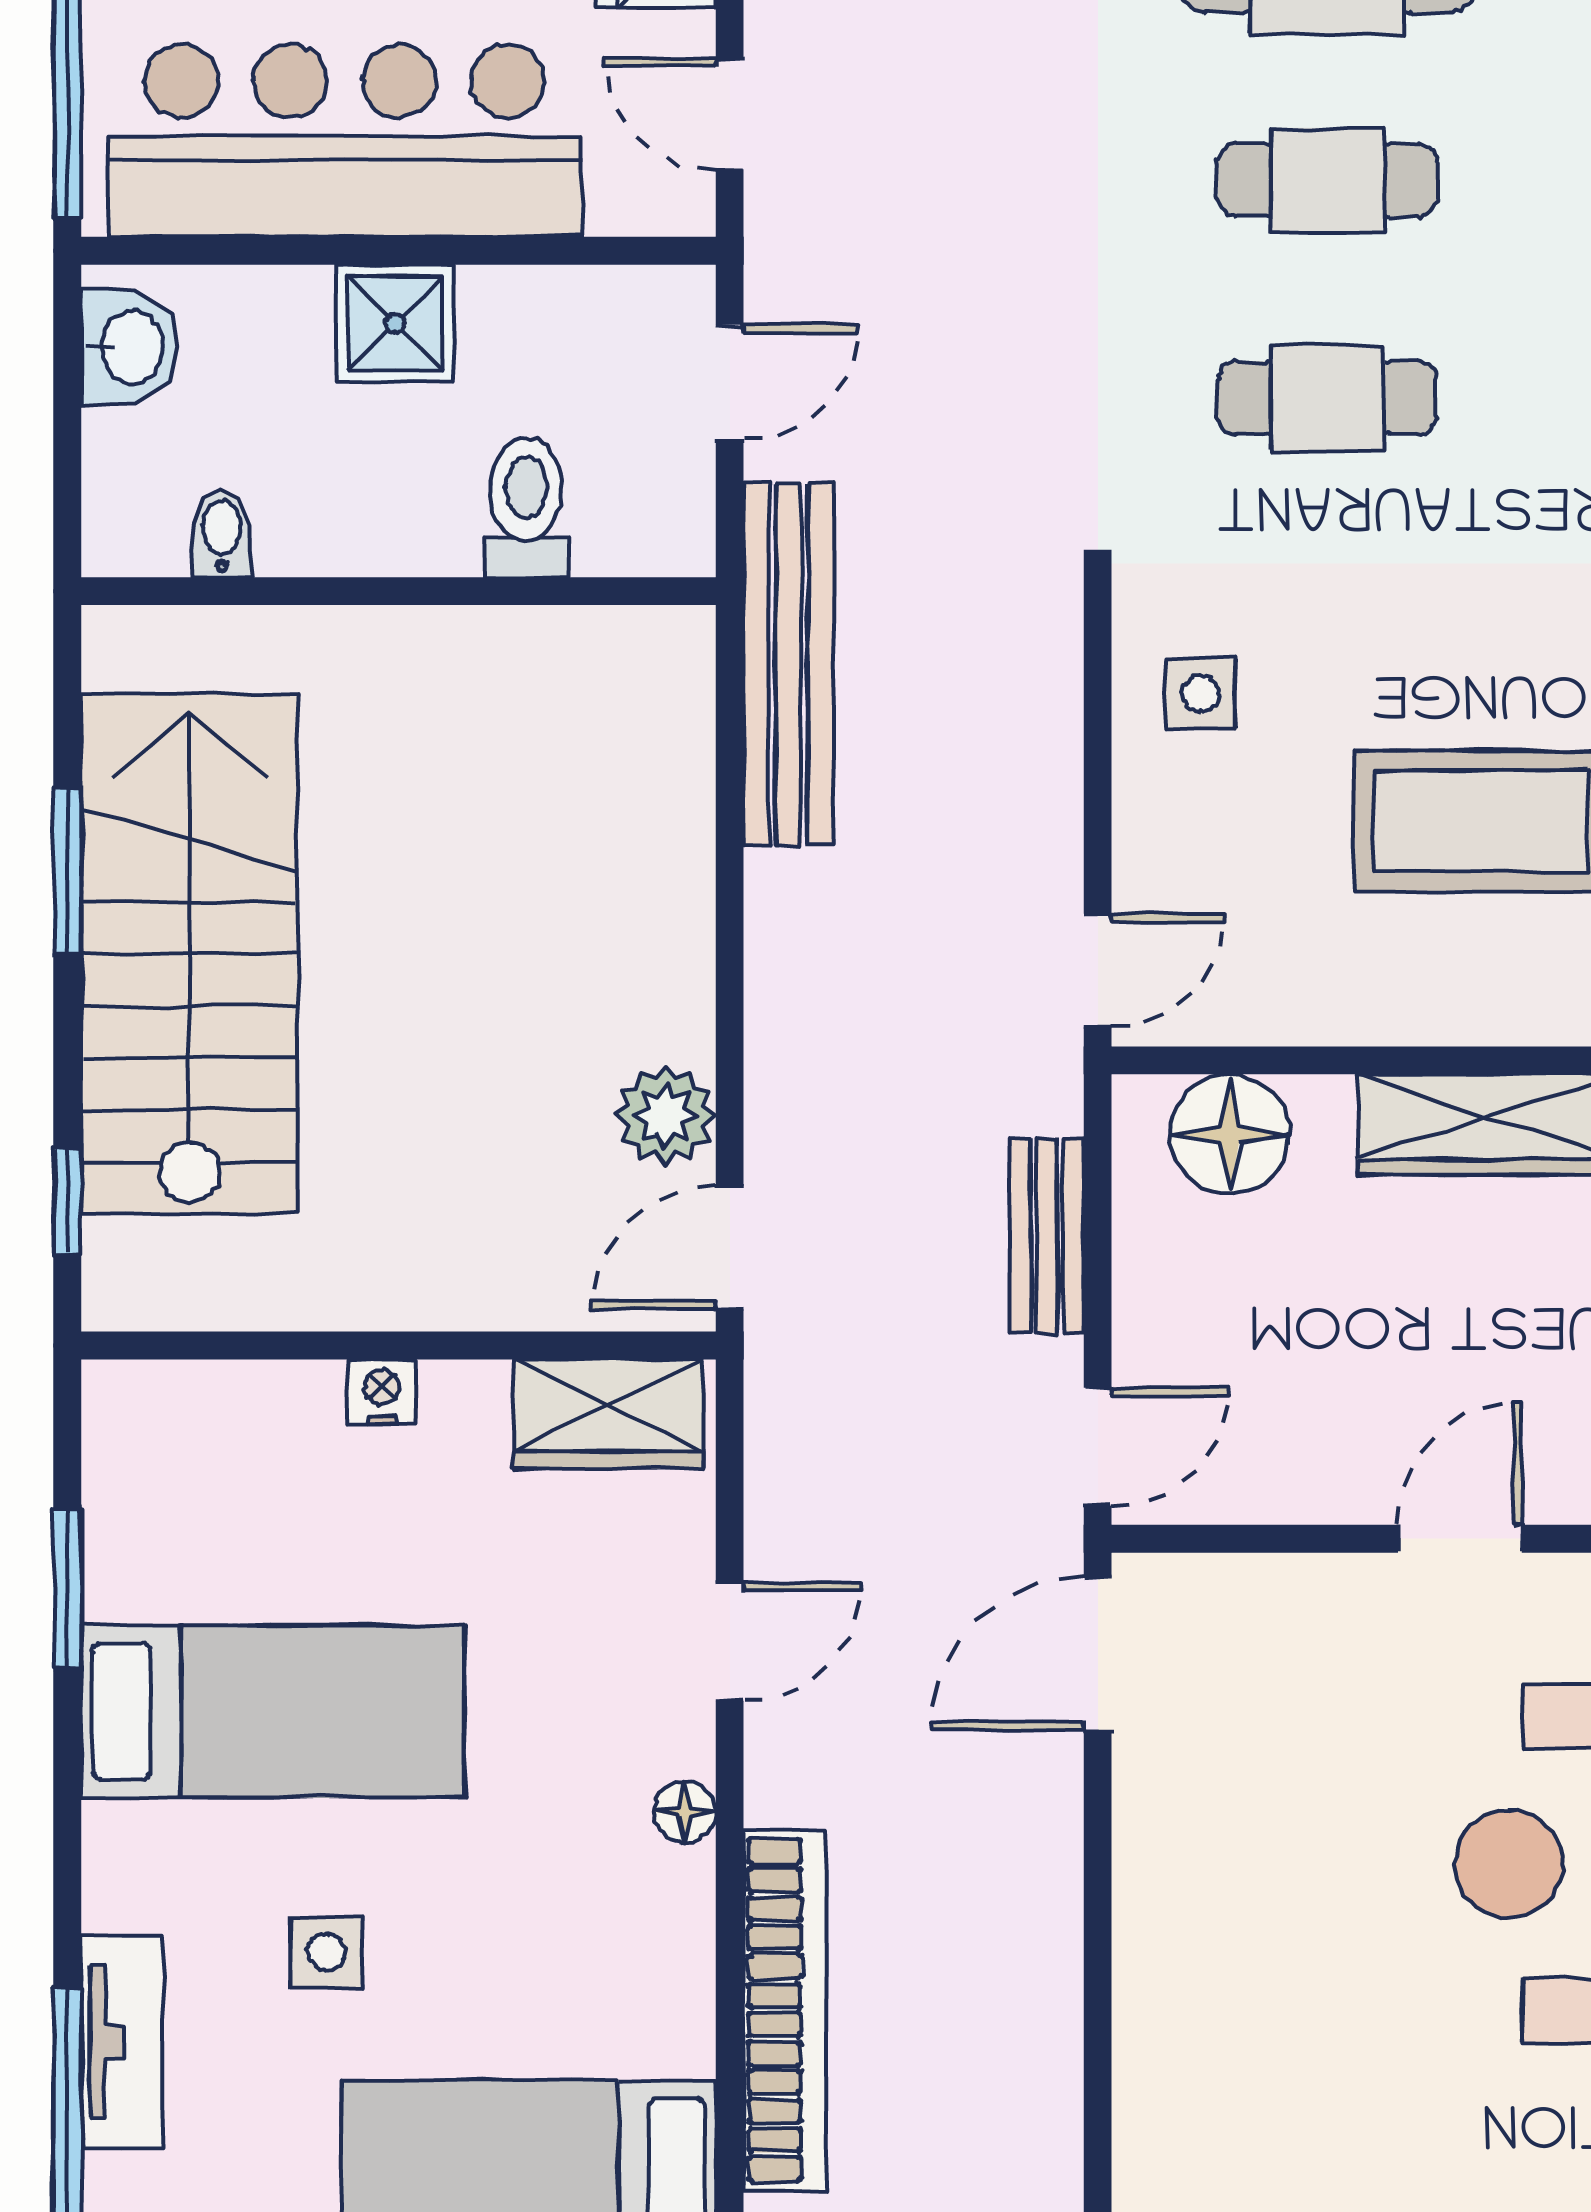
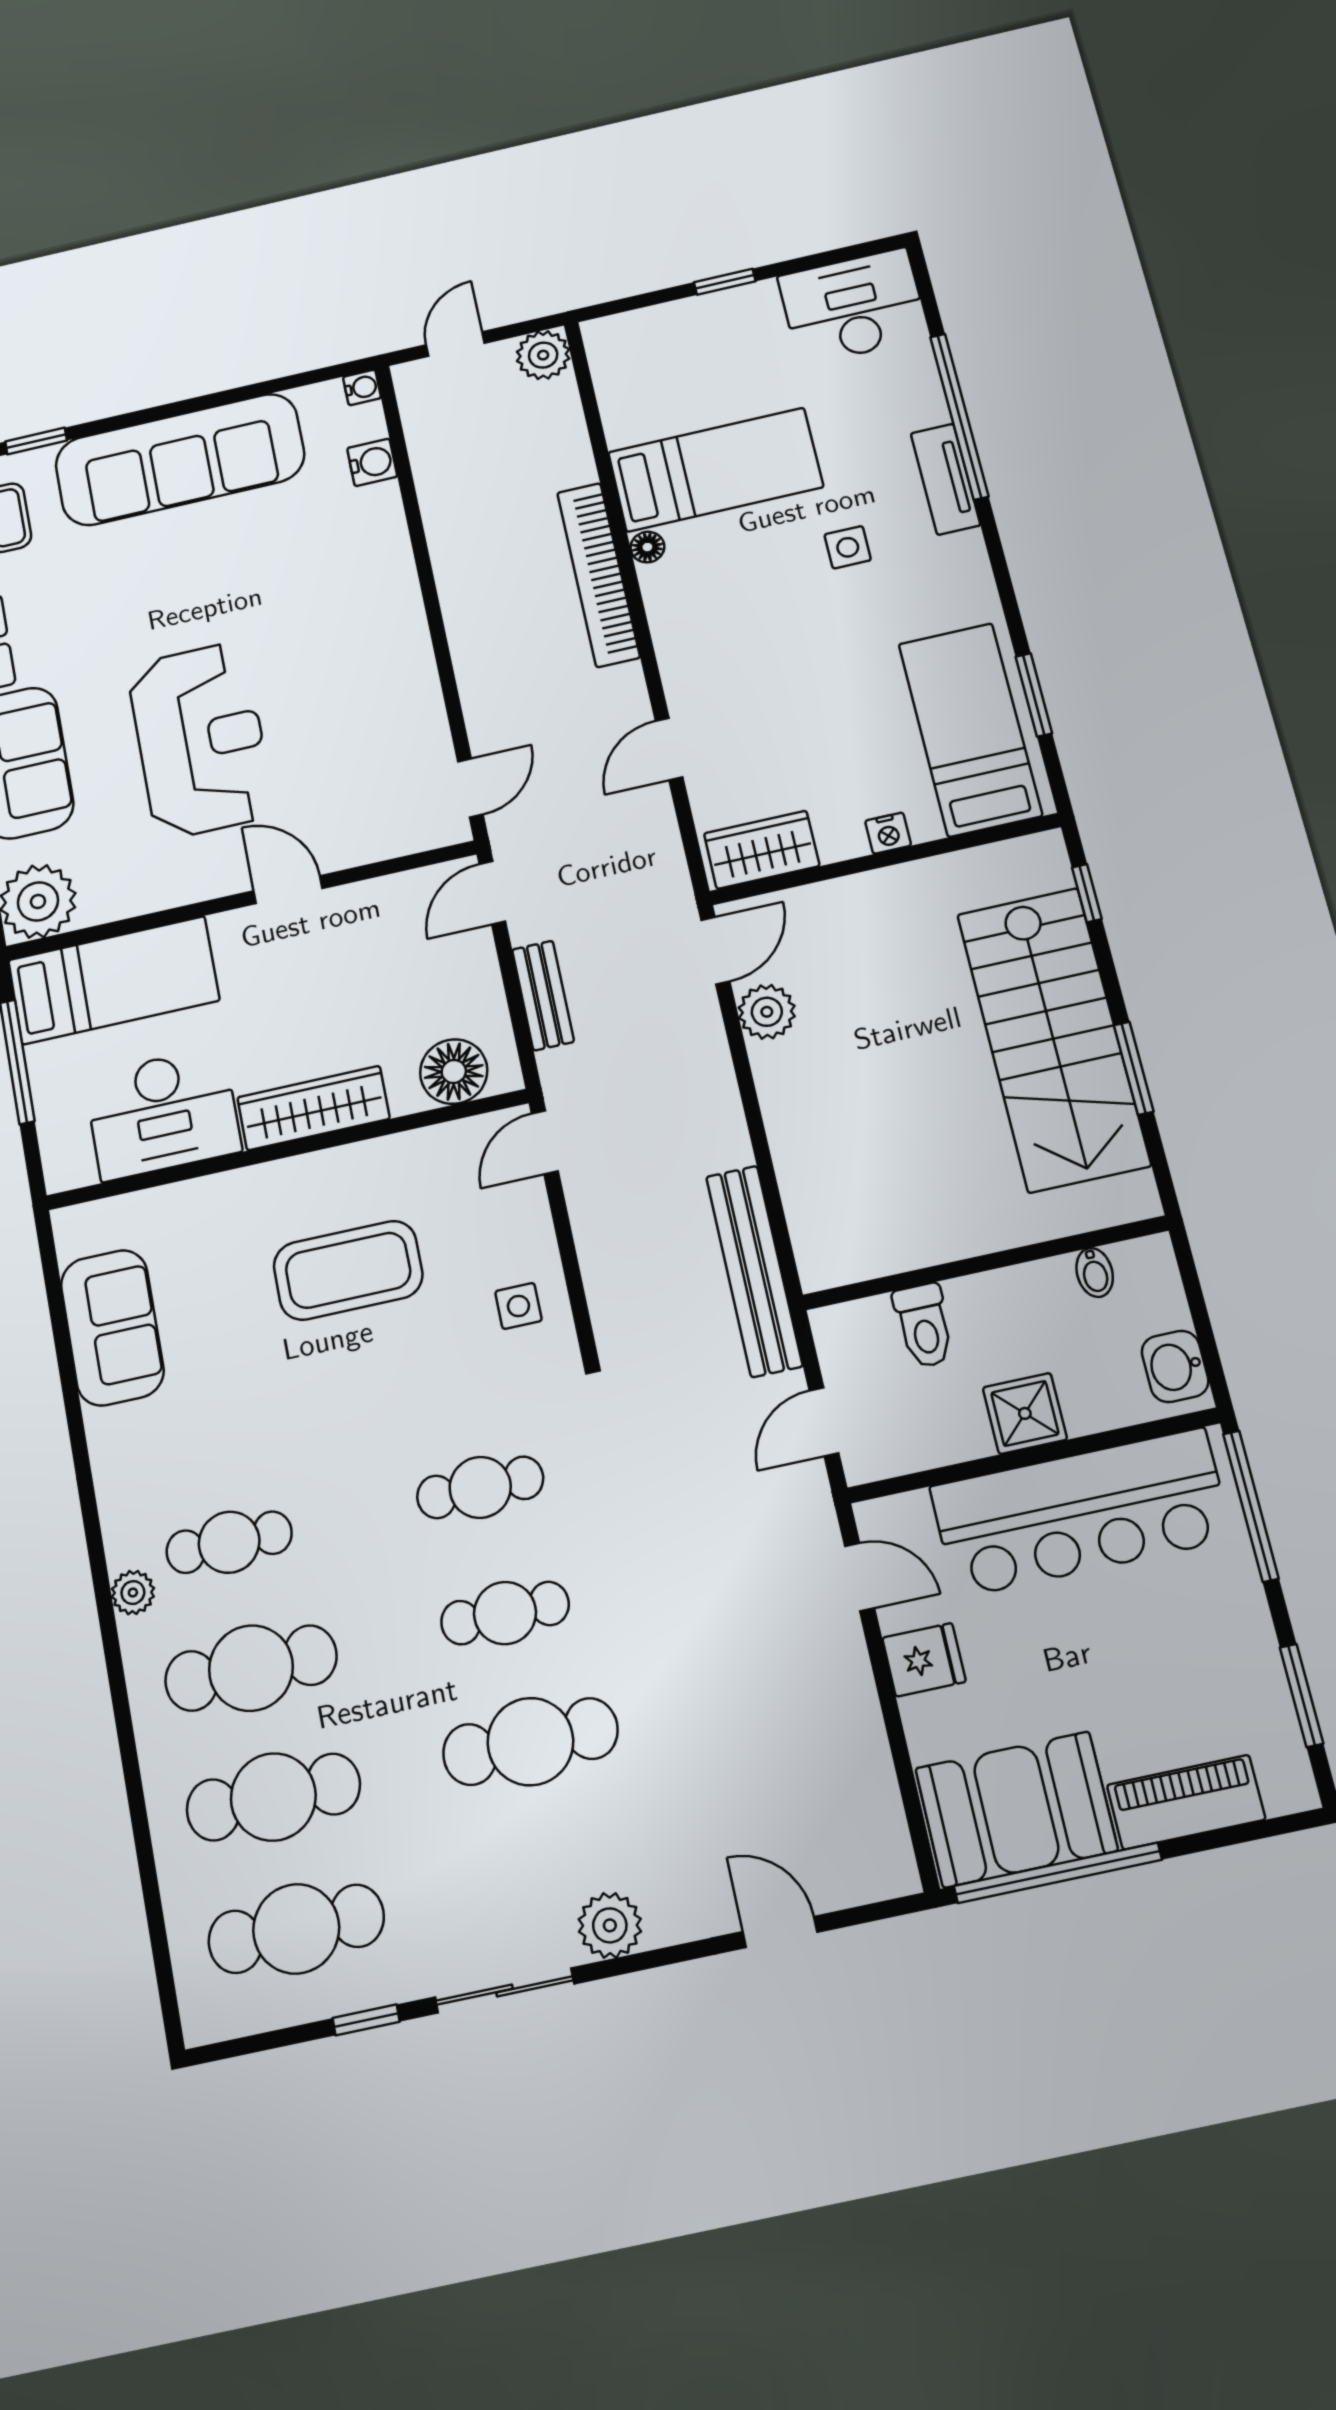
door: (1460, 1539) -> (288, 890), swing flipped
door: (1098, 1654) -> (470, 788), width x0.73
bed: (273, 1711) -> (970, 729), moved, turned 90
floor lamp: (685, 1812) -> (647, 547), moved

